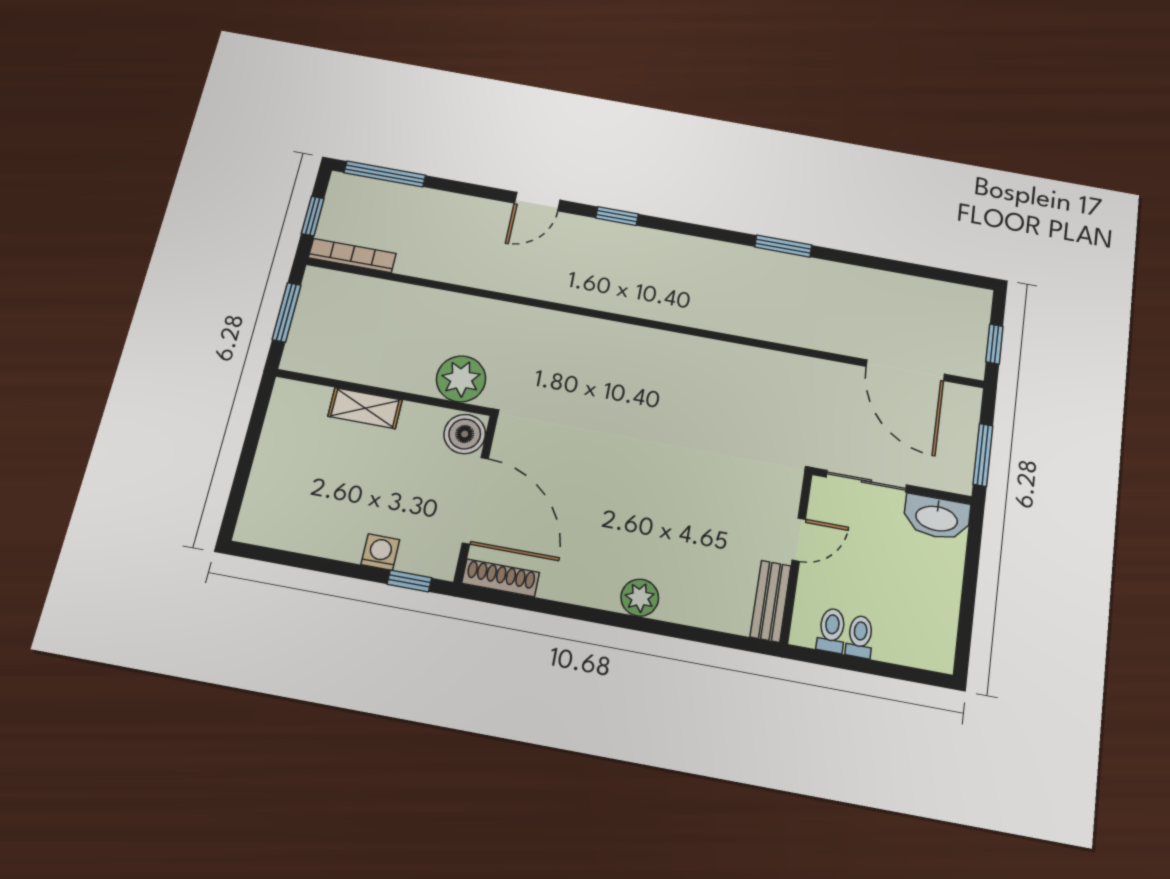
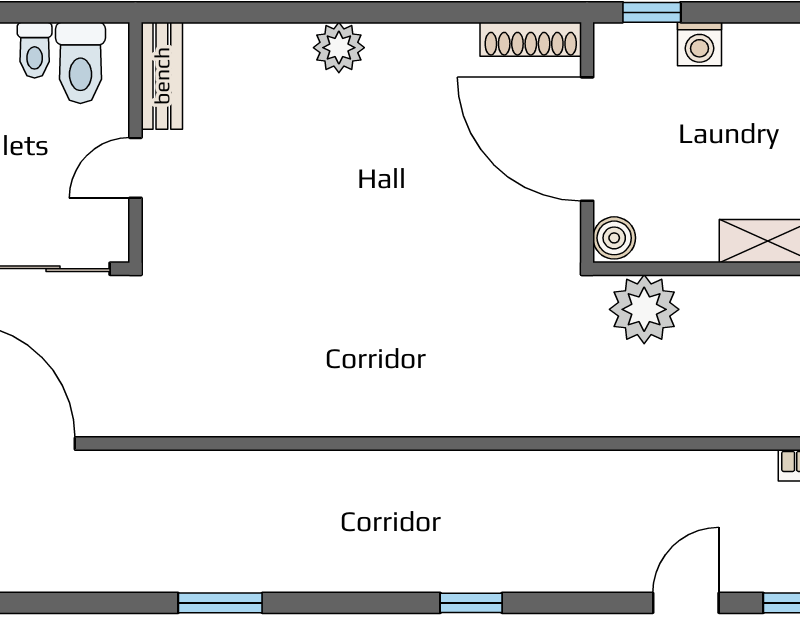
door: (537, 202) -> (686, 603), moved
boiler: (465, 434) -> (614, 238), width x0.73, depth x0.73
toilet: (832, 630) -> (80, 63), width x1.37, depth x1.39

